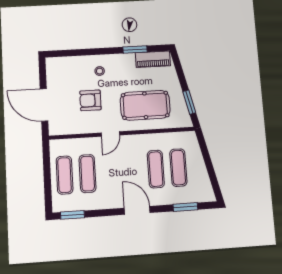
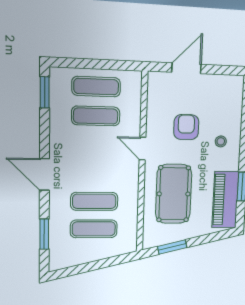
piano: (153, 59) -> (225, 200), width x1.37, depth x1.33
door: (44, 105) -> (186, 68), width x0.73
door: (137, 210) -> (44, 175), swing flipped

